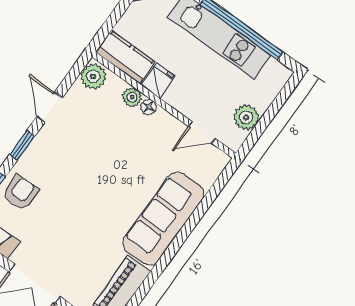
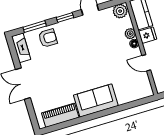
door: (202, 132) -> (146, 63), moved
sofa: (163, 219) -> (96, 100), width x0.73

